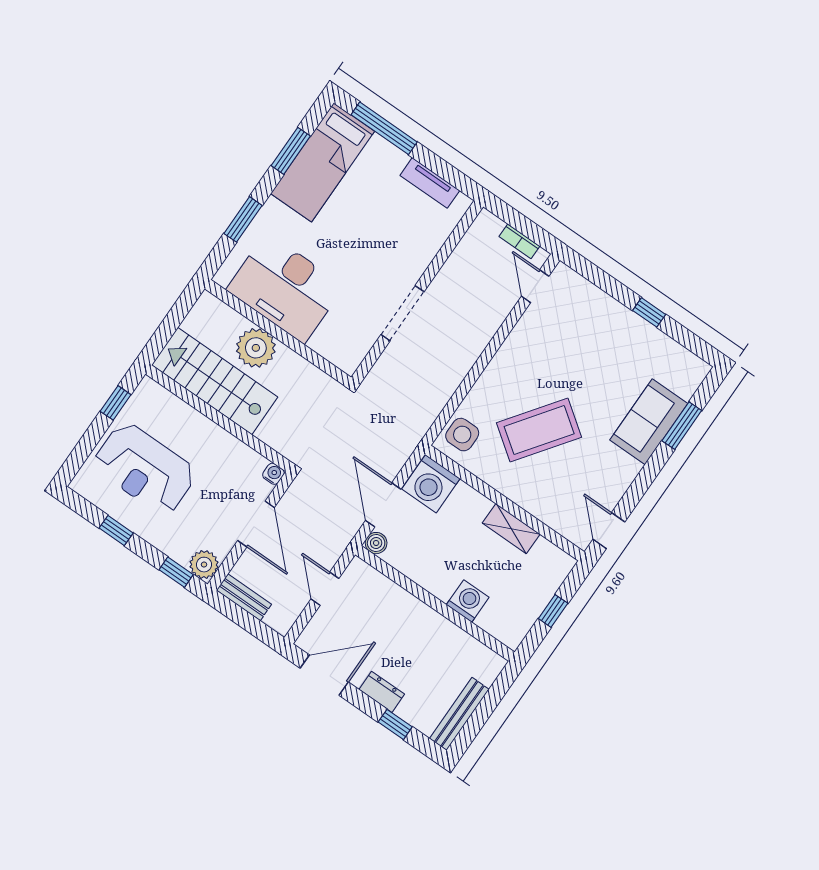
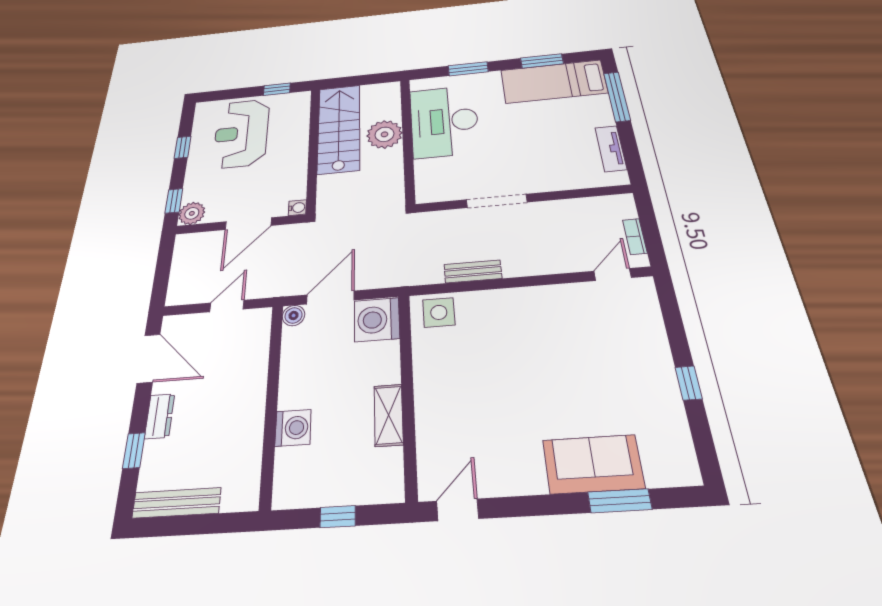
coffee table: (539, 430) -> (497, 370), removed
bench: (244, 597) -> (473, 271), moved, turned 90

